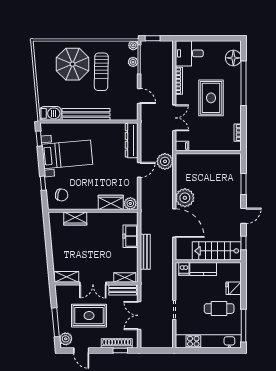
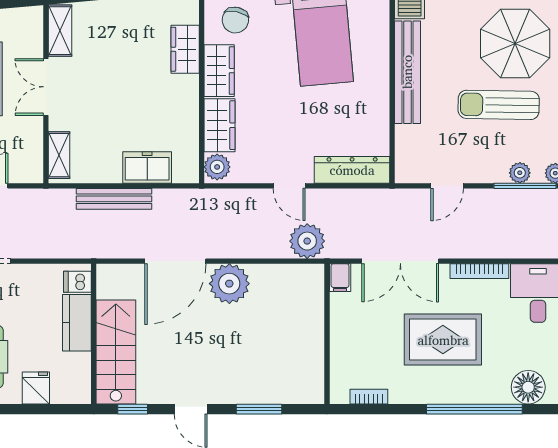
double door: (174, 118) -> (400, 261), width x1.37
wardrobe: (85, 203) -> (219, 71), added
bench: (123, 290) -> (32, 151), removed

